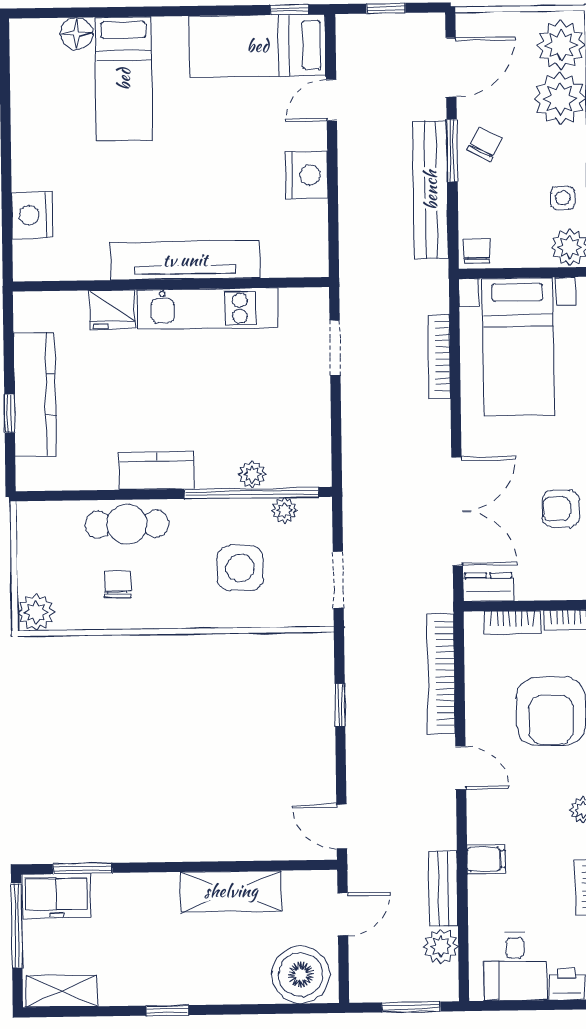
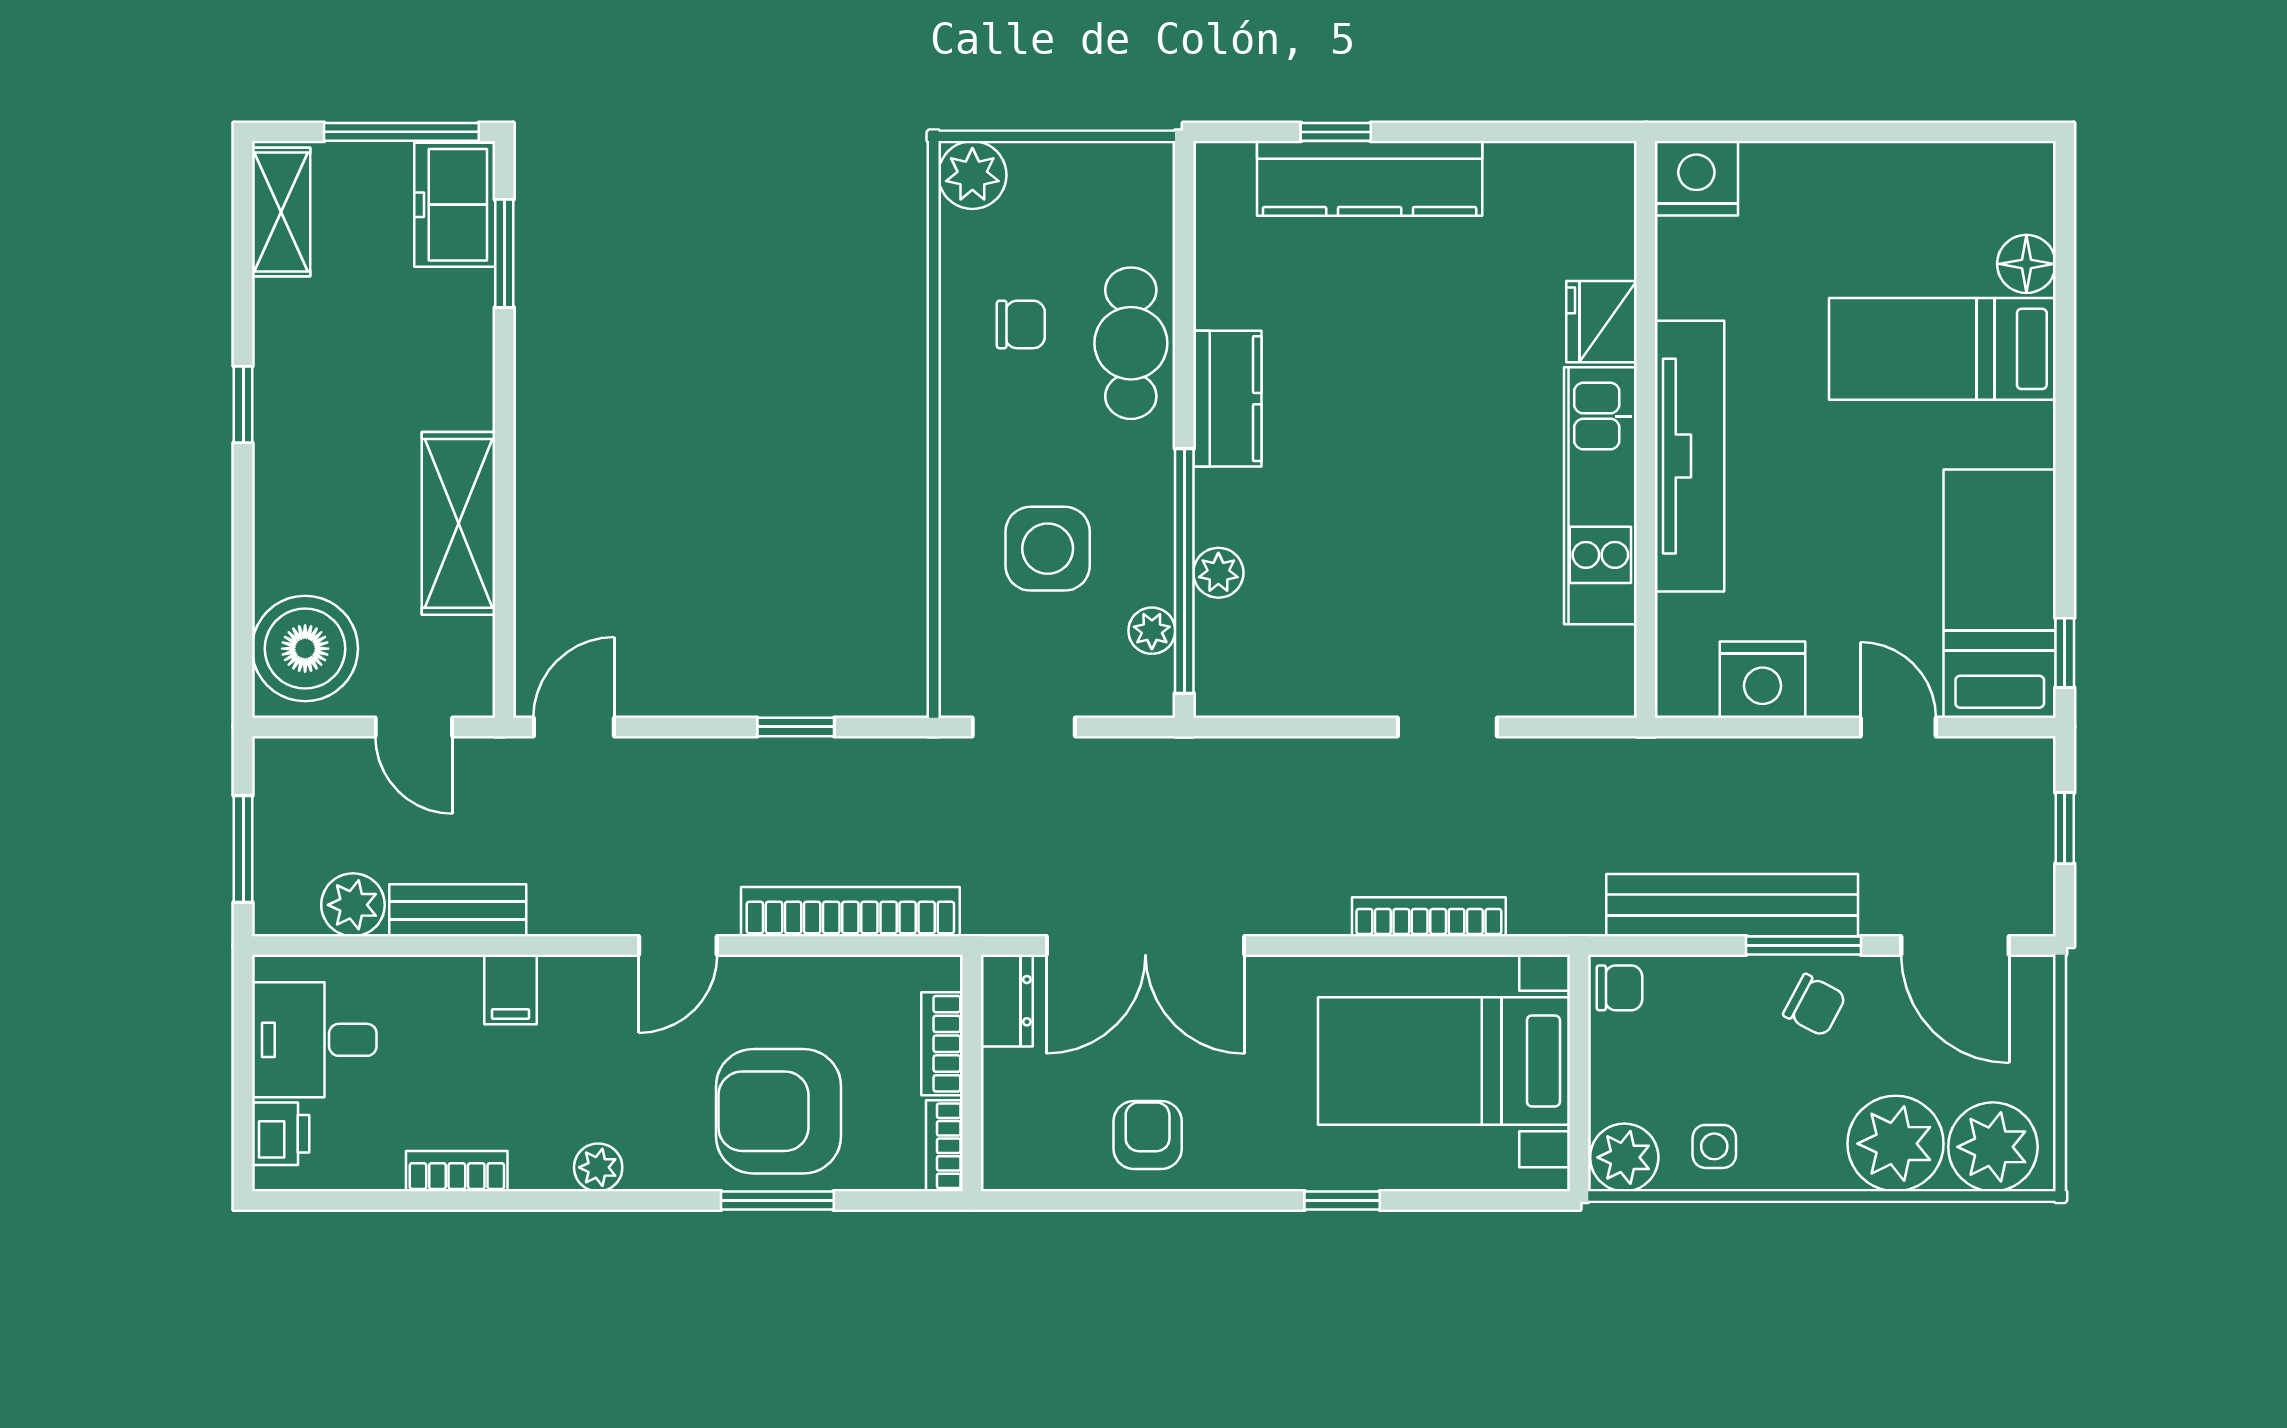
tv unit: (185, 260) -> (1689, 456), moved
wall: (171, 284) -> (1646, 429), moved
fridge: (112, 309) -> (1602, 322), moved
kitchen unit: (208, 309) -> (1600, 496), moved

